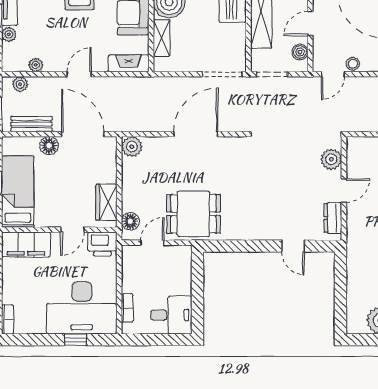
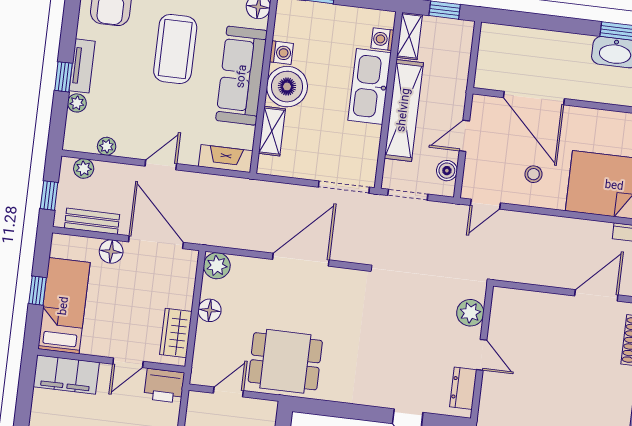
stool: (353, 64) -> (534, 174), moved
door: (344, 191) -> (482, 355), hinge flipped
floor lamp: (130, 221) -> (210, 310), moved

